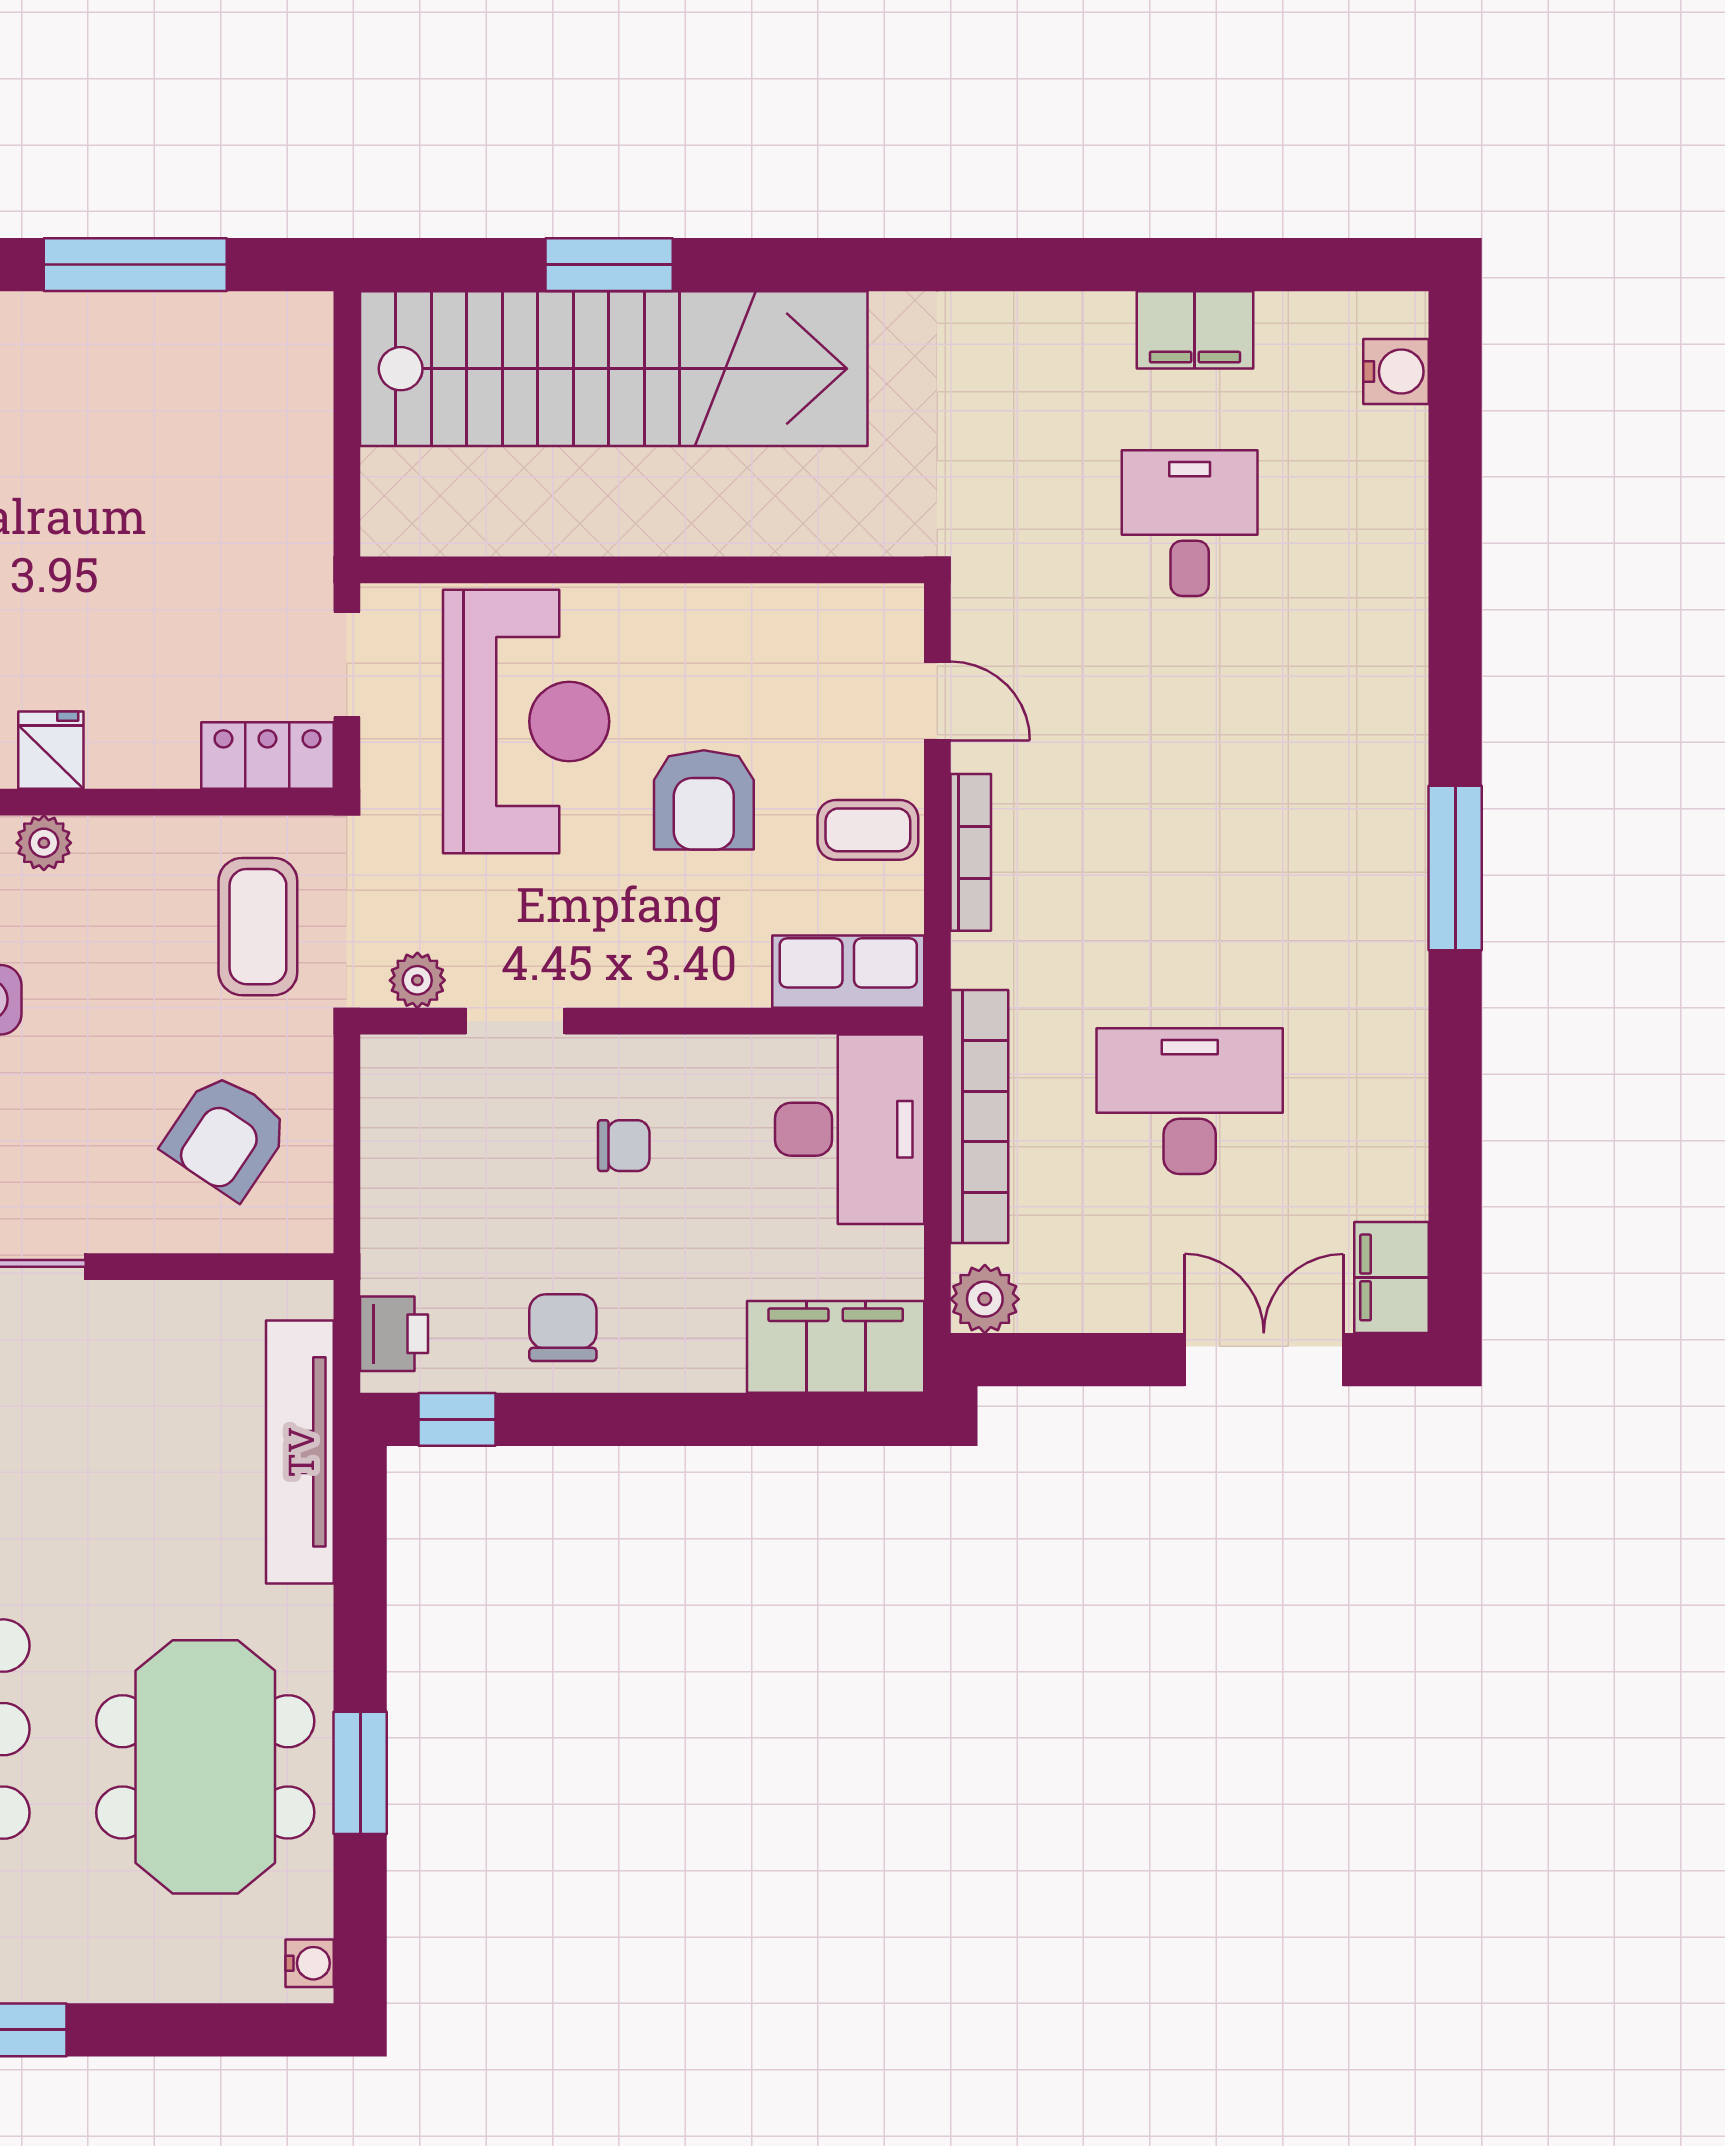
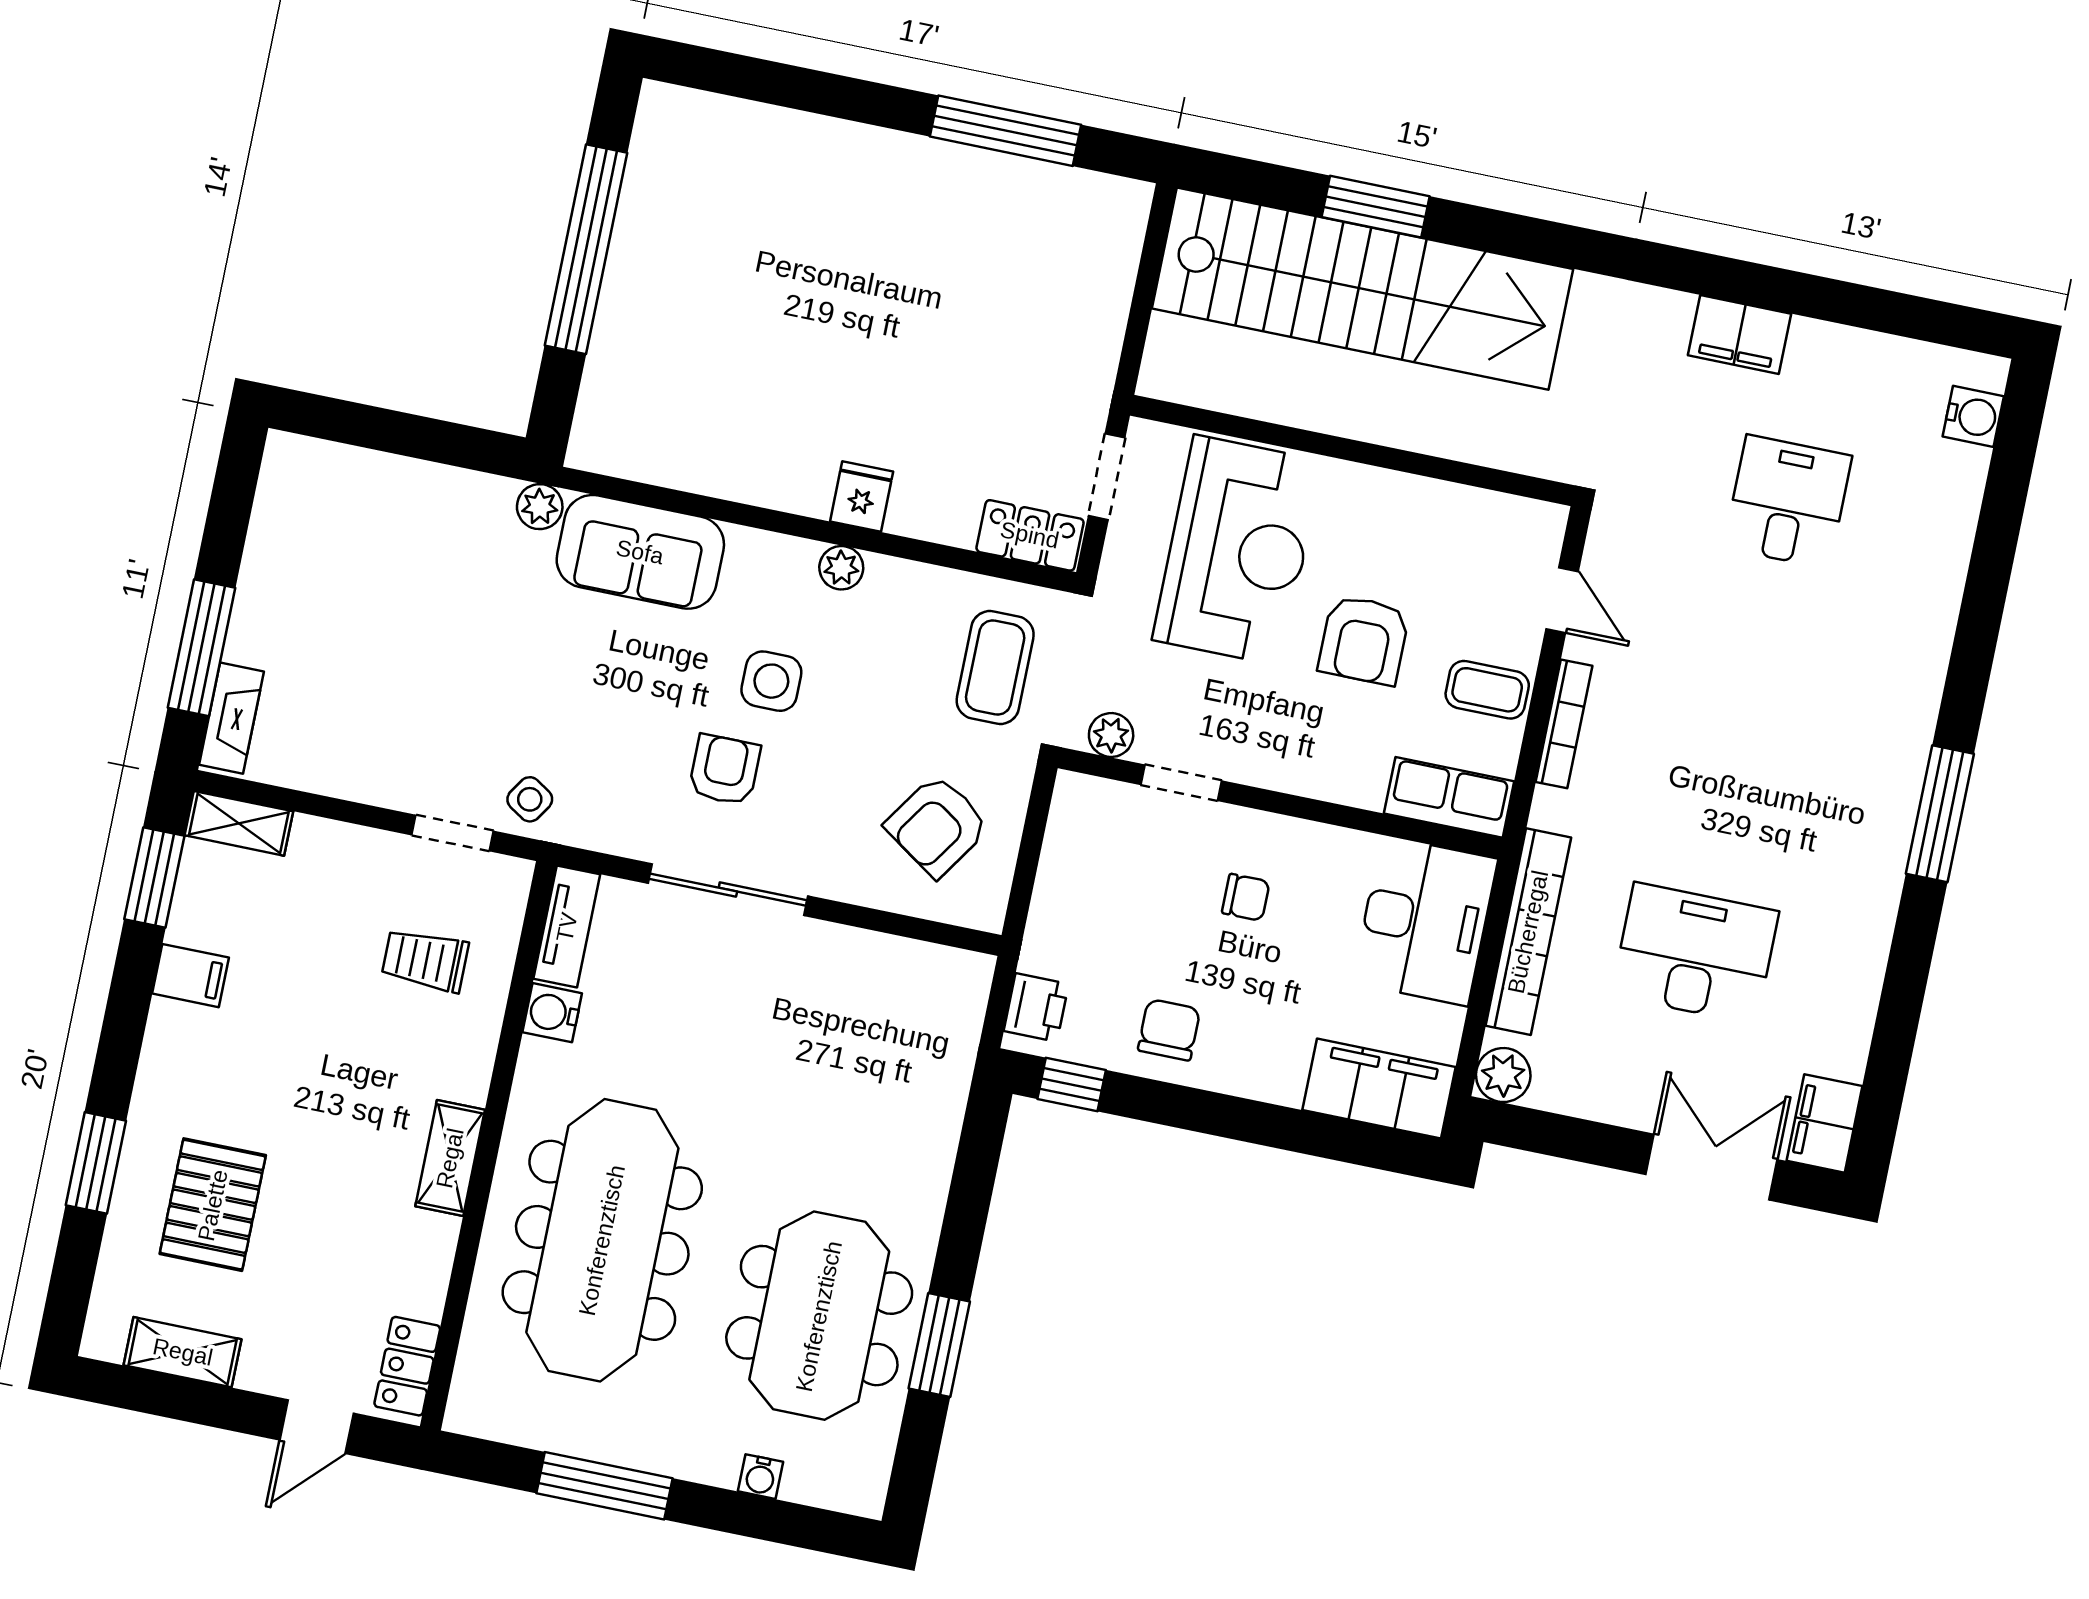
filing cabinet: (1195, 330) -> (1740, 335), moved
tv unit: (300, 1452) -> (944, 1085), removed
water cooler: (310, 1963) -> (761, 1477), moved, turned 90

